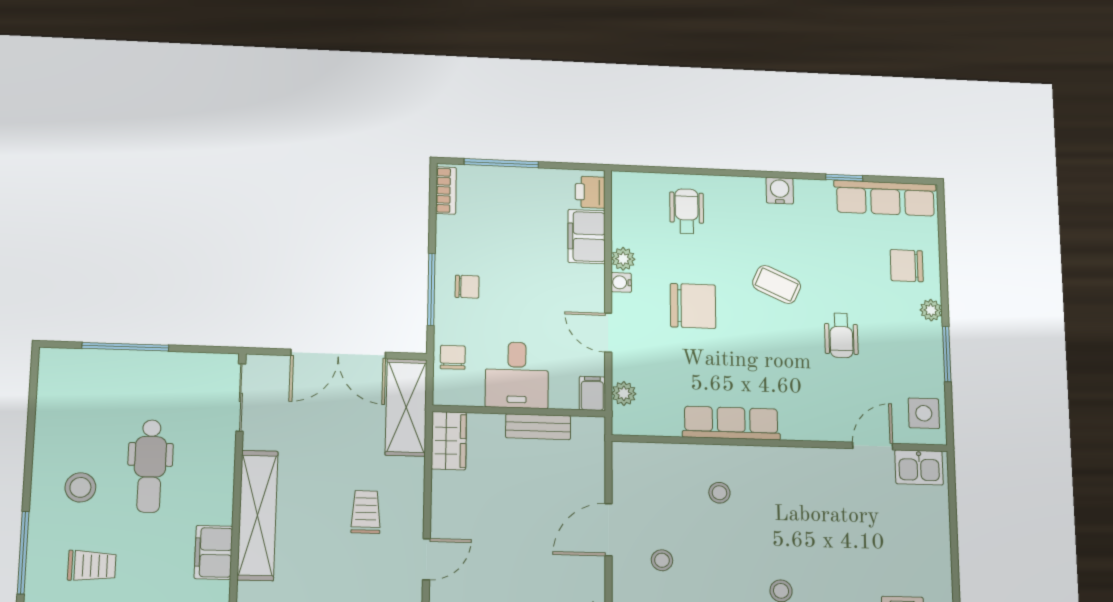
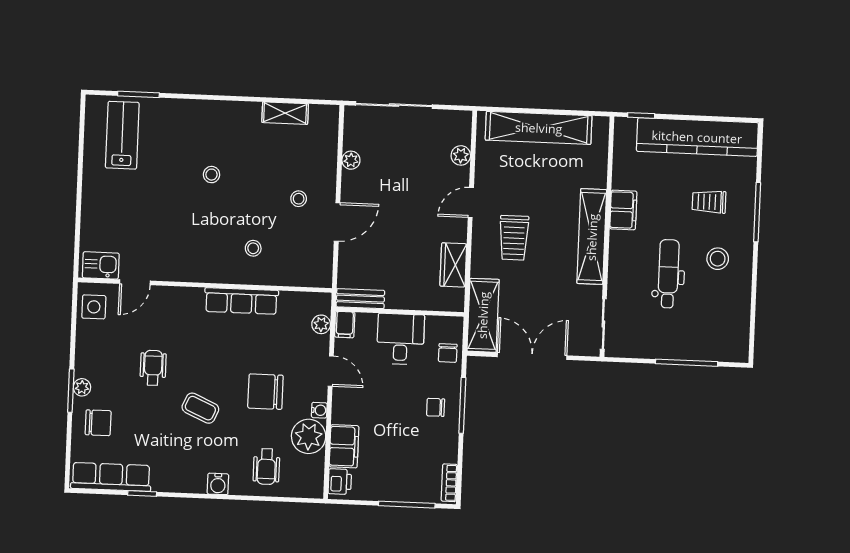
water cooler: (780, 191) -> (218, 484), moved
plant: (623, 259) -> (309, 436), width x1.87, depth x1.87
window: (947, 354) -> (71, 391), moved
bench: (538, 427) -> (360, 299), moved
wardrobe: (449, 441) -> (453, 265), moved
trolley: (366, 512) -> (514, 238), width x1.36, depth x1.39

